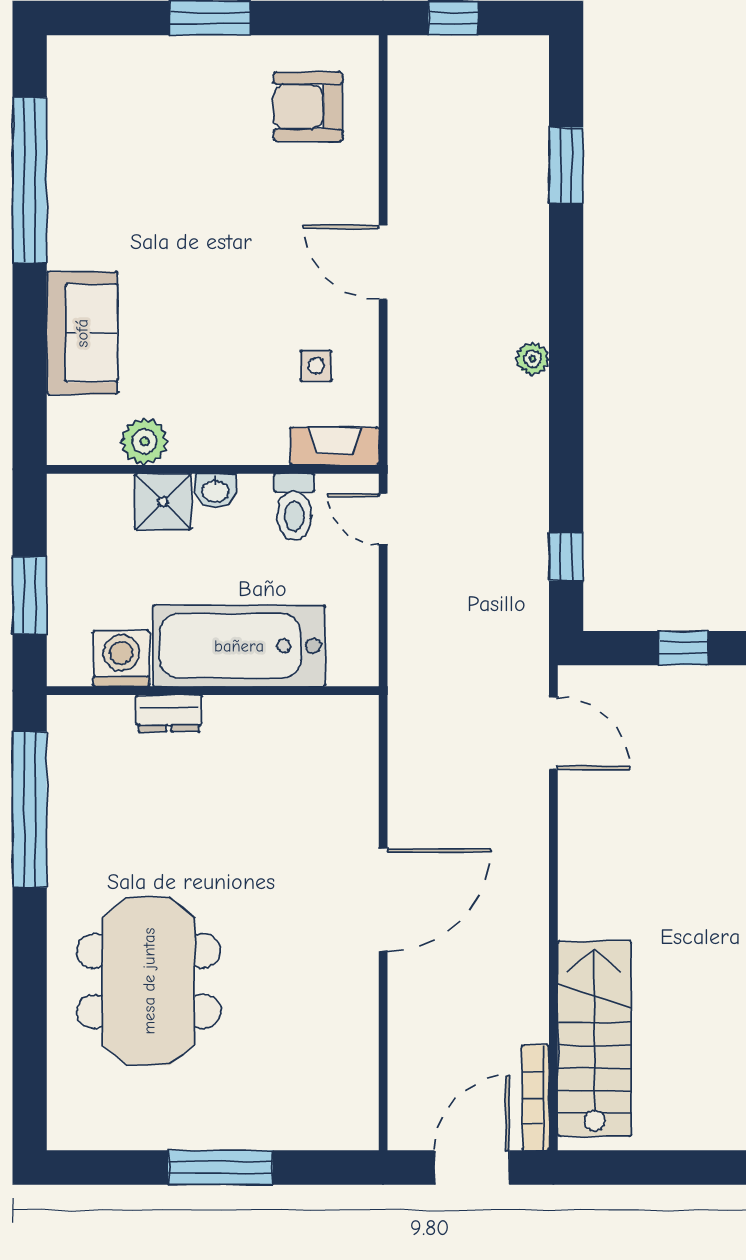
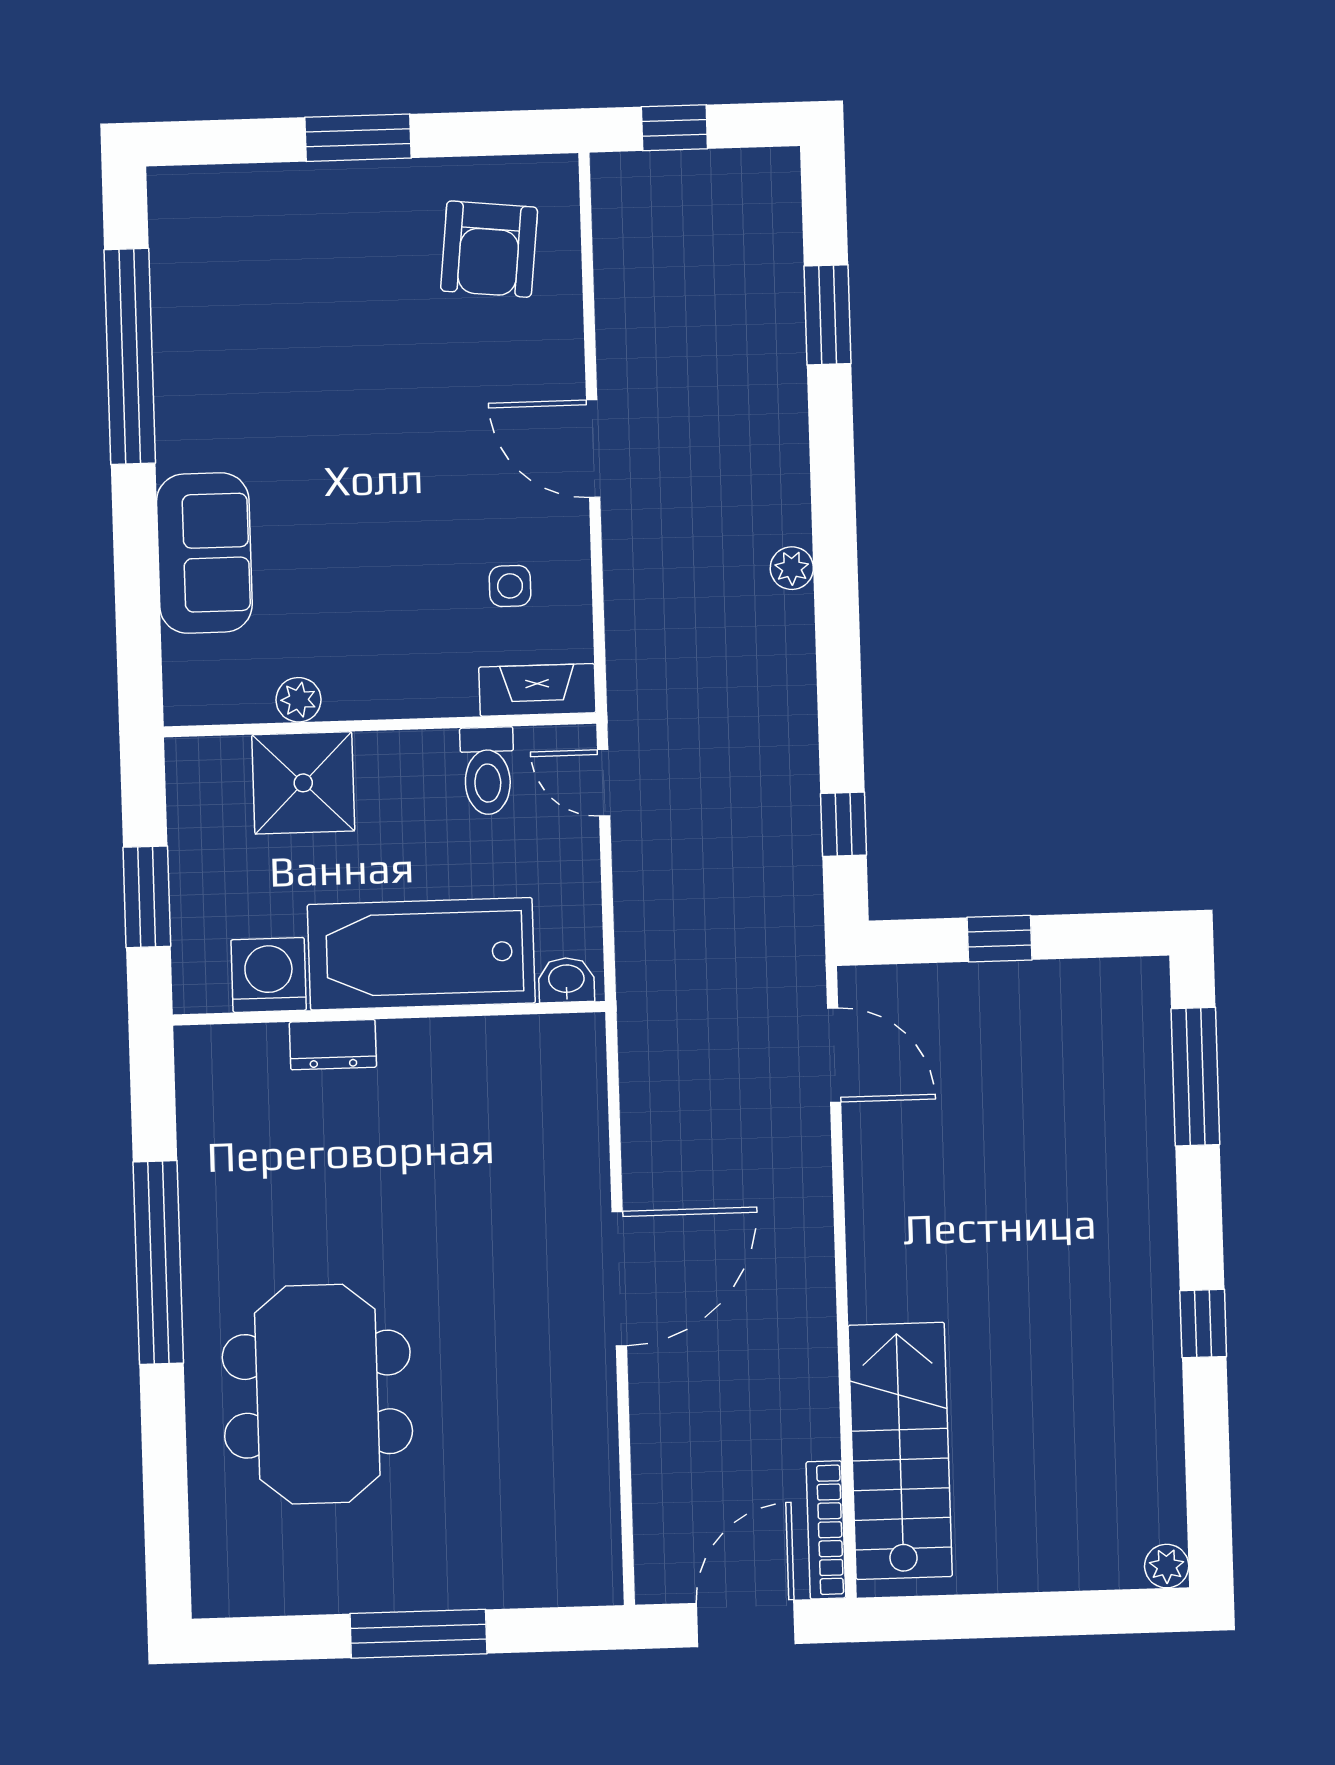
armchair: (308, 107) -> (489, 249), turned -84
plant: (144, 441) -> (299, 700), width x0.73, depth x0.73
washbasin: (215, 491) -> (566, 980), moved, turned 180
shower: (163, 502) -> (303, 783), width x1.36, depth x1.36
window: (30, 810) -> (158, 1263), moved

